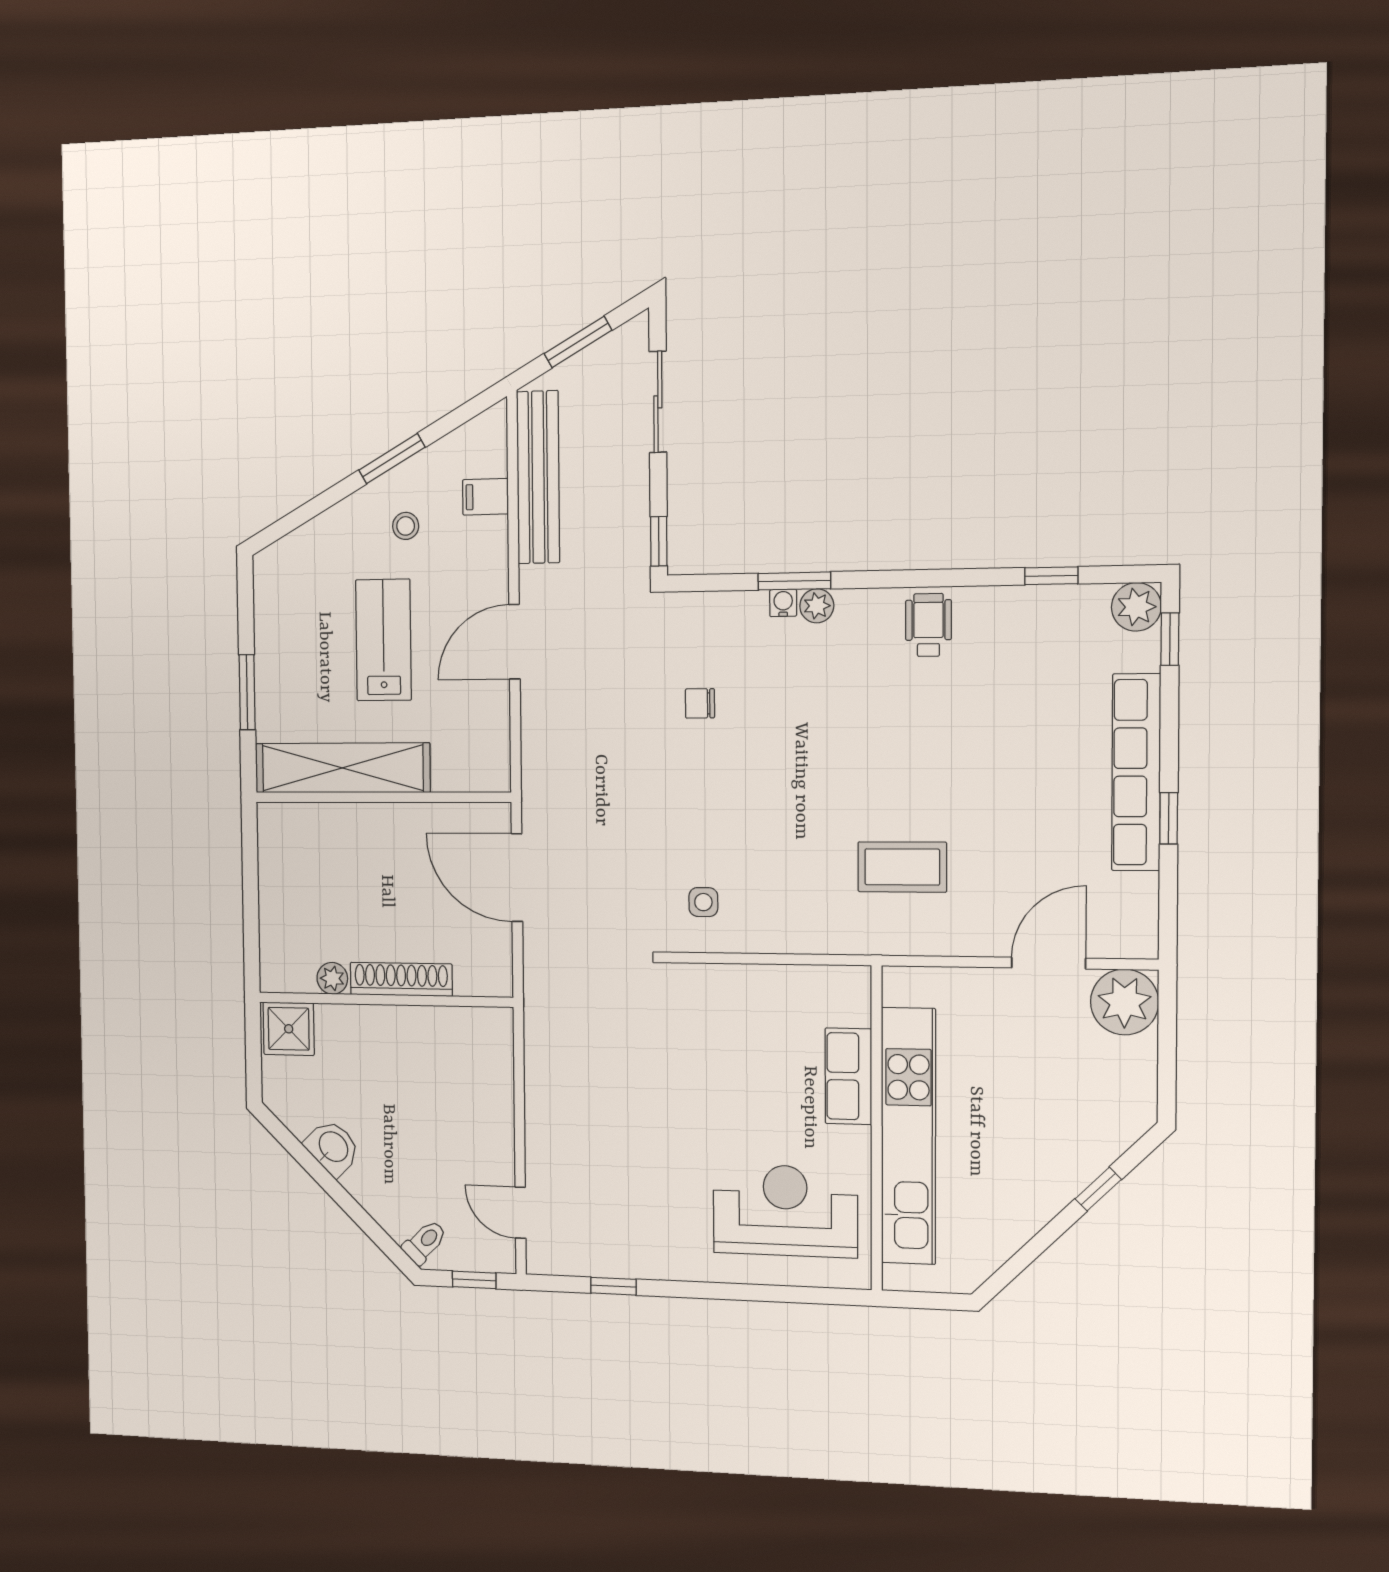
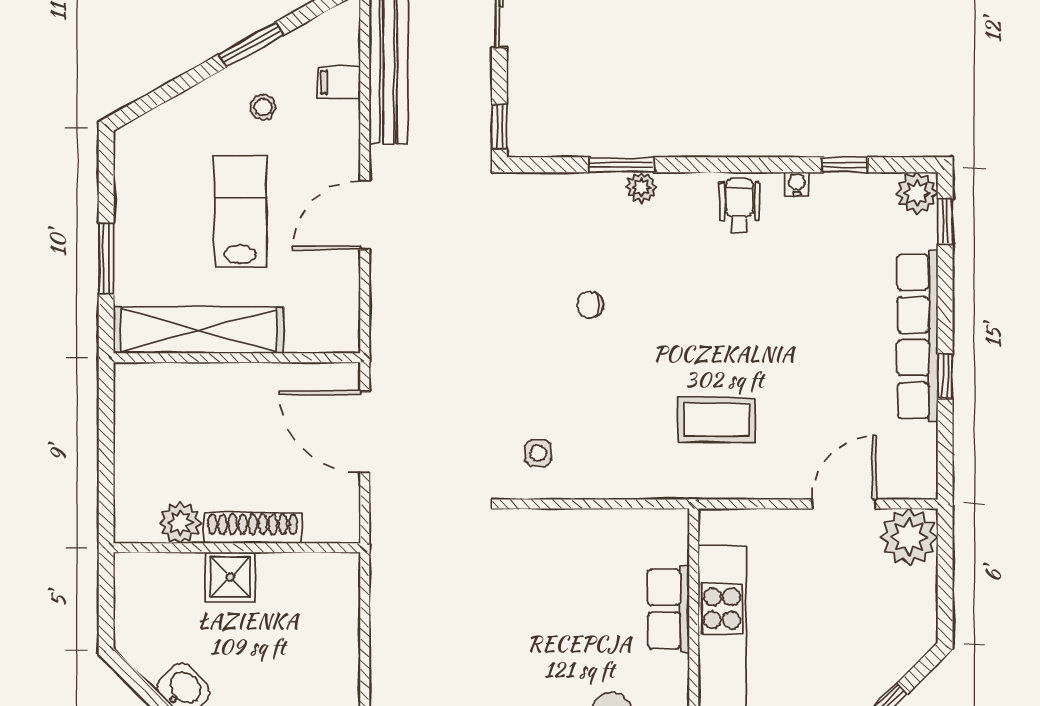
water cooler: (783, 603) -> (797, 184), moved
chair: (700, 703) -> (590, 305), moved
plant: (332, 978) -> (180, 523), width x1.38, depth x1.38
shower: (289, 1029) -> (230, 577), moved

